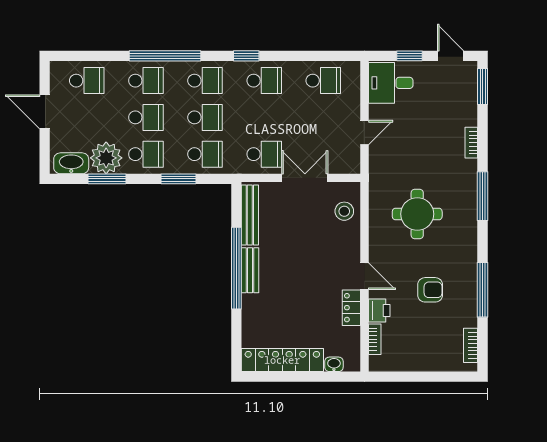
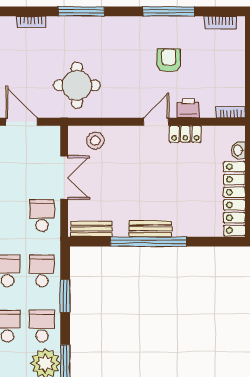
door: (364, 133) -> (22, 122), width x1.38
double door: (305, 178) -> (64, 178), swing flipped
round table: (417, 214) -> (77, 85), moved
bench: (250, 215) -> (91, 229), width x0.73
bookcase: (375, 339) -> (231, 112), moved

